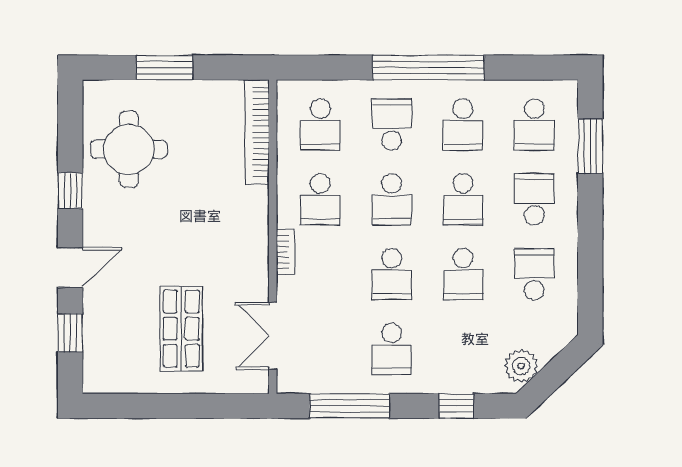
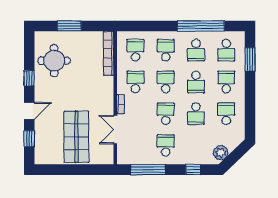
window: (428, 68) -> (201, 26), moved
school desk: (320, 125) -> (135, 50), turned 180
school desk: (320, 199) -> (135, 82), turned 180
school desk: (392, 199) -> (166, 82), turned 180
school desk: (392, 274) -> (166, 114), turned 180
shop shelf: (181, 329) -> (76, 137), width x1.43, depth x1.36
double door: (273, 336) -> (115, 130), moved
school desk: (392, 349) -> (166, 145), turned 180

